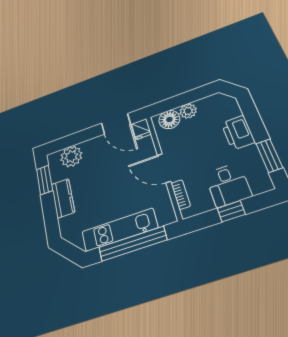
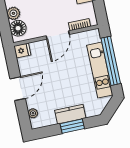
door: (116, 124) -> (18, 89), moved
plant: (71, 156) -> (33, 113), width x0.53, depth x0.53
window: (45, 180) -> (72, 126), moved

